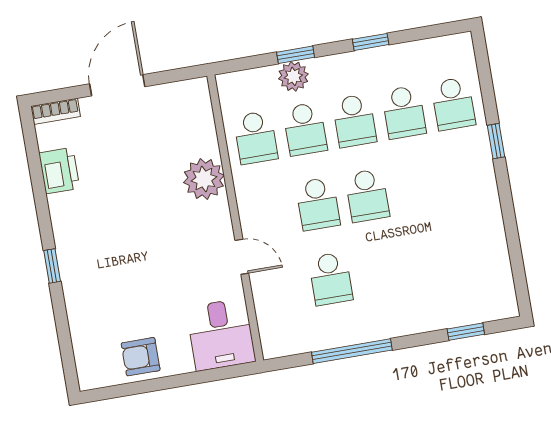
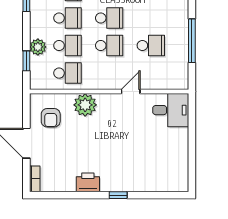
window: (296, 55) -> (26, 61), moved
printer: (59, 171) -> (88, 182), moved
armchair: (141, 357) -> (51, 118), moved

